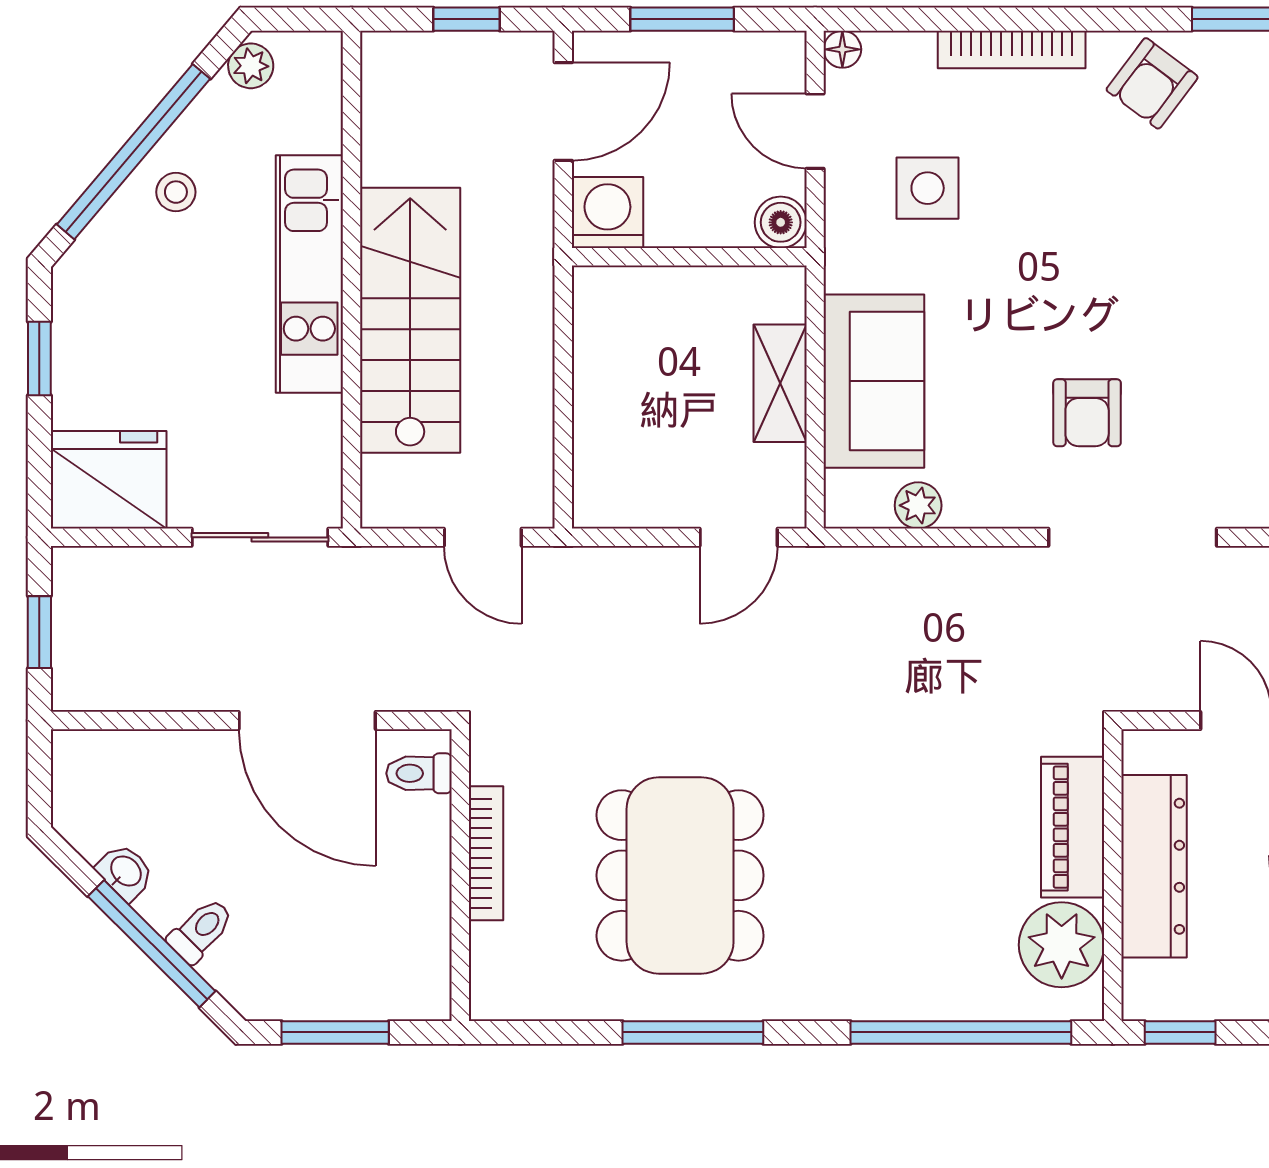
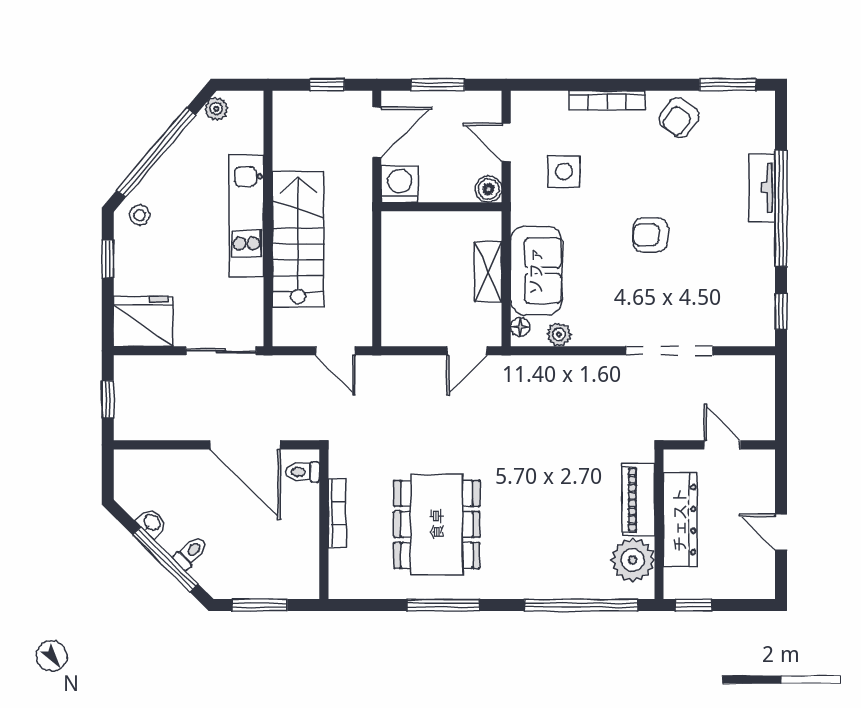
floor lamp: (842, 49) -> (520, 327), moved
stool: (176, 192) -> (140, 215), moved
armchair: (1087, 413) -> (650, 235), moved, turned 90

